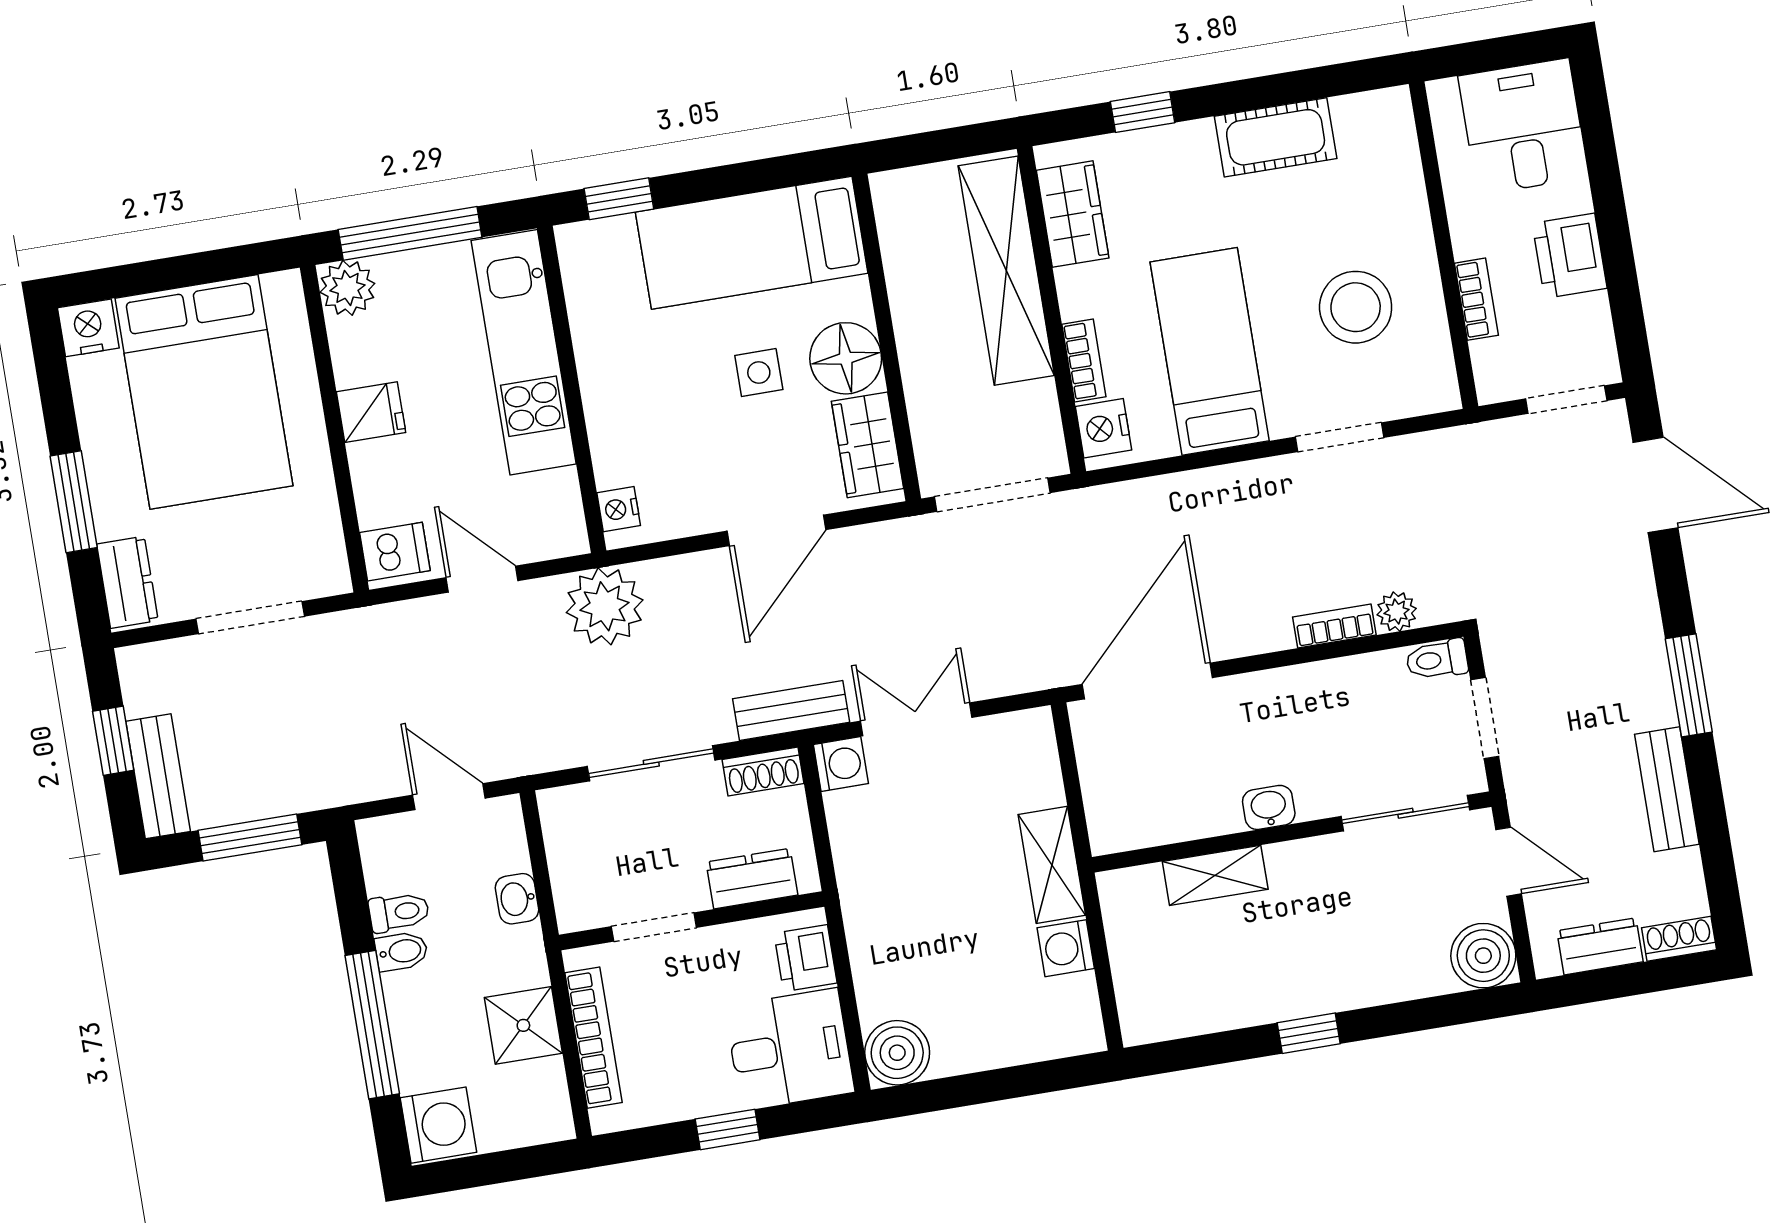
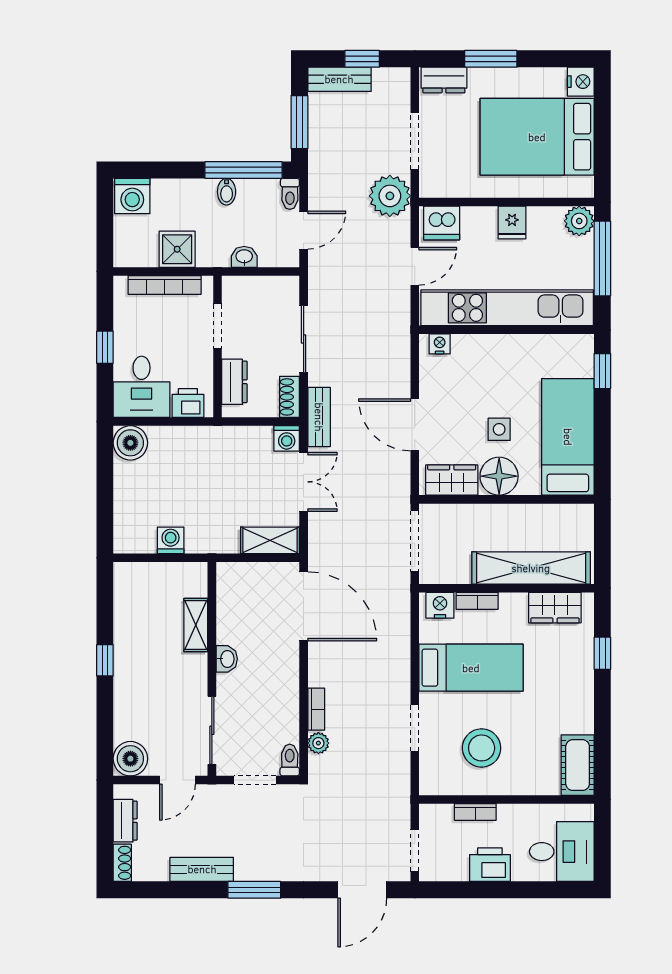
cot: (1276, 137) -> (578, 765), moved
kitchen unit: (524, 352) -> (507, 308), width x1.36
dishwasher: (395, 552) -> (442, 223), width x1.38
plant: (605, 606) -> (390, 196), moved
shelving: (1052, 865) -> (270, 540), moved
toilet: (399, 912) -> (290, 194), moved
window: (372, 1025) -> (244, 170), moved

